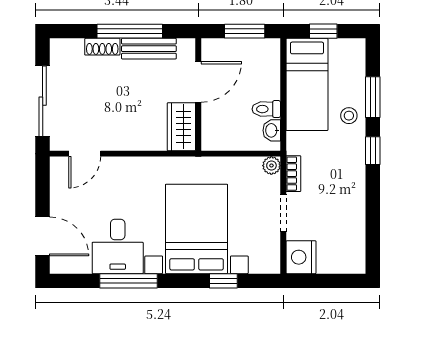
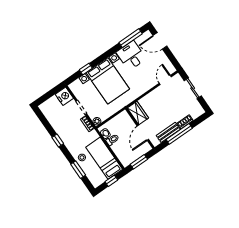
sliding door: (43, 101) -> (193, 88), width x0.73
window: (373, 151) -> (58, 140), moved
window: (128, 281) -> (131, 38), moved

